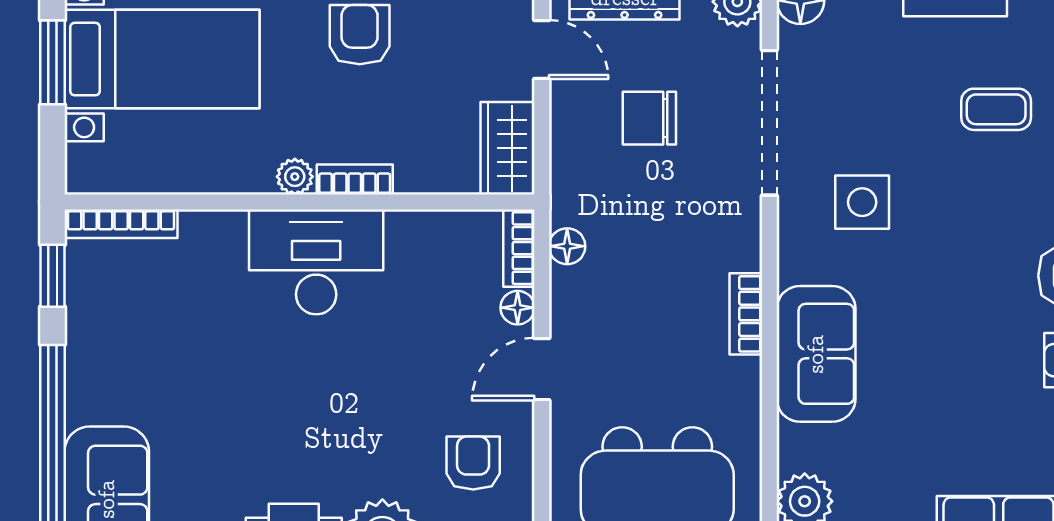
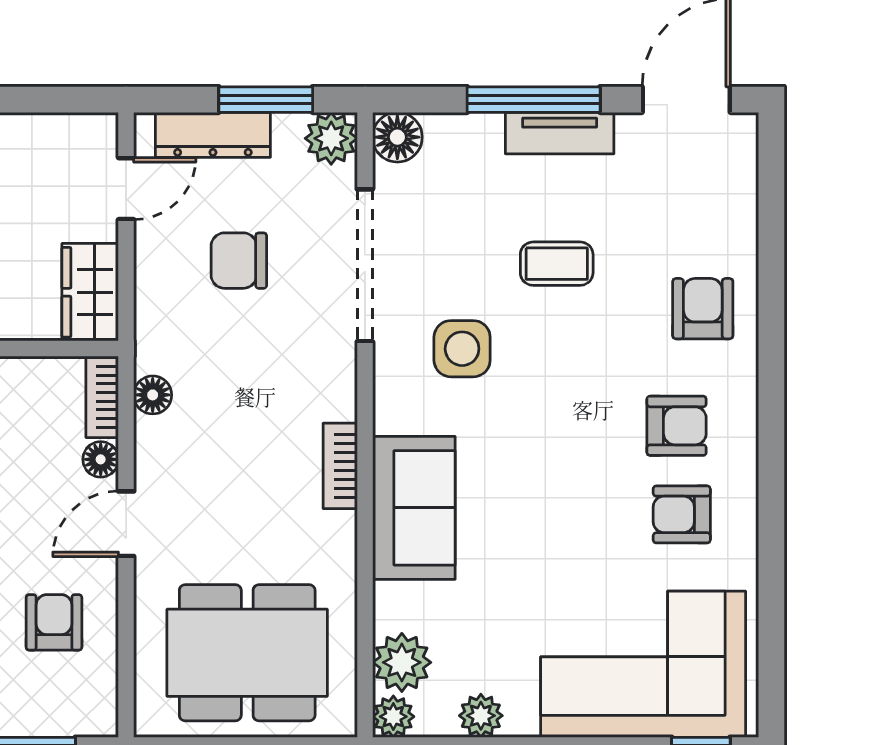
door: (542, 50) -> (126, 189), hinge flipped
coffee table: (996, 109) -> (557, 264), moved

